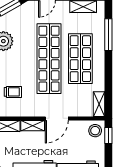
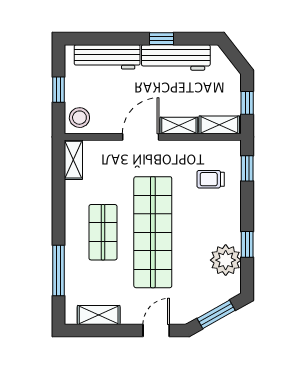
shop shelf: (80, 59) -> (103, 232), width x0.70, depth x0.74
window: (108, 135) -> (59, 90), moved

